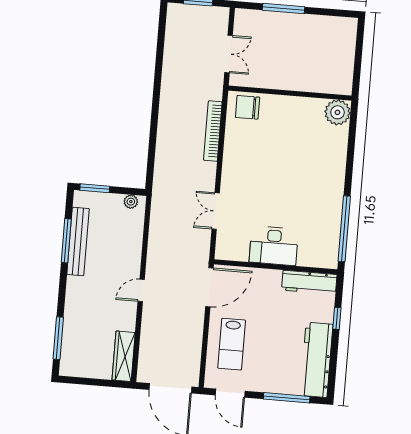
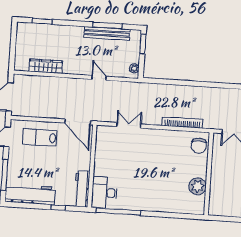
chair: (248, 107) -> (199, 146), turned 180
plant: (337, 112) -> (198, 186), moved
desk: (274, 246) -> (104, 193), moved
door: (141, 290) -> (99, 78), moved
window: (58, 338) -> (42, 21), width x0.69
wardrobe: (124, 356) -> (46, 66), moved

